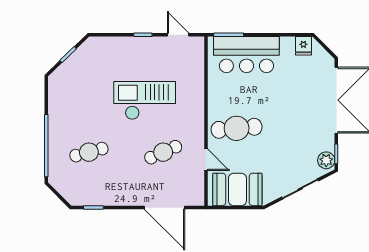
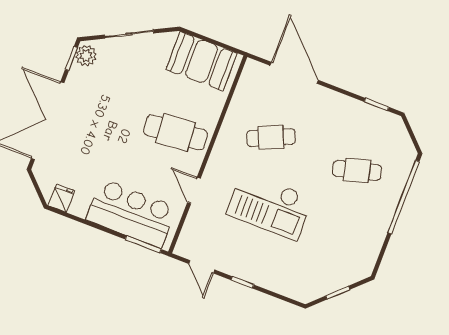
door: (206, 160) -> (194, 190), moved

